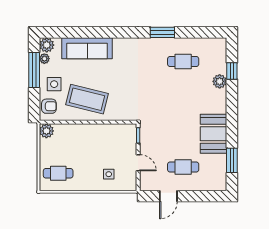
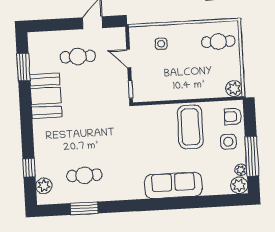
window: (162, 32) -> (84, 208), moved
sofa: (87, 48) -> (173, 185), moved
plant: (220, 81) -> (44, 186), moved
coffee table: (87, 99) -> (190, 127), turned 76

